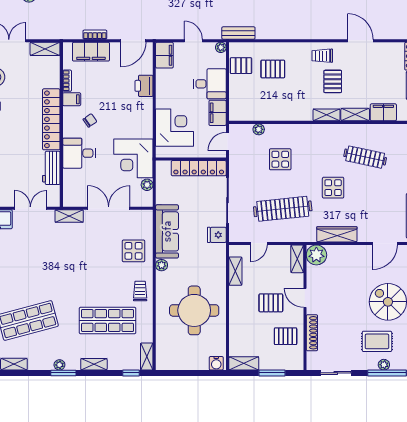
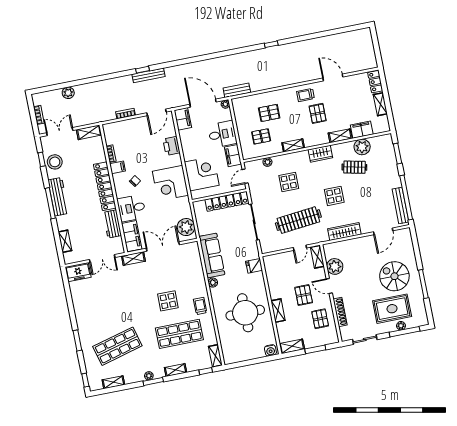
door: (193, 41) -> (203, 103), width x1.88
filing cabinet: (91, 52) -> (132, 236), moved, turned -90
pallet: (241, 66) -> (261, 136), moved
shelving: (326, 115) -> (293, 145), moved
wardrobe: (326, 132) -> (320, 154), added
plant: (380, 134) -> (362, 147), added
clothes rail: (365, 157) -> (354, 167), width x0.73
corner desk: (133, 158) -> (170, 183), moved
plant: (147, 185) -> (186, 227), width x1.87, depth x1.87
double door: (30, 208) -> (102, 258), swing flipped
fridge: (217, 235) -> (254, 266), moved
door: (259, 243) -> (300, 248), moved
display table: (134, 251) -> (168, 301), moved
plant: (316, 255) -> (335, 266), moved
shelving: (235, 271) -> (278, 311), moved
pallet: (271, 303) -> (304, 295), turned 90
pallet: (286, 336) -> (320, 319), turned 90
rug: (377, 341) -> (392, 309), width x1.36, depth x1.43

